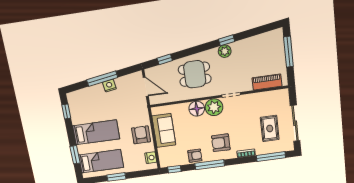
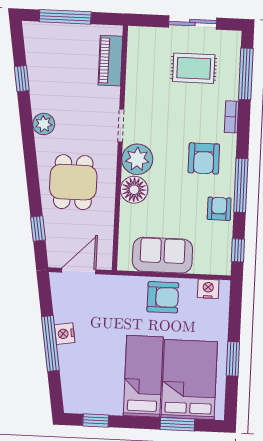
window: (227, 40) -> (22, 79), moved
sliding door: (295, 123) -> (192, 23), width x0.73
armchair: (141, 135) -> (163, 297), turned 180
bed: (101, 161) -> (189, 380), width x1.50

